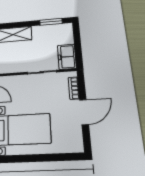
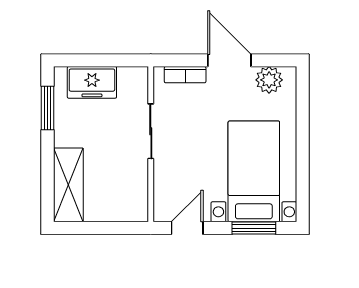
freezer: (67, 57) -> (92, 82), moved
plant: (75, 136) -> (269, 80), added

